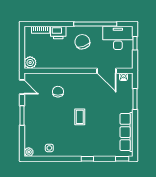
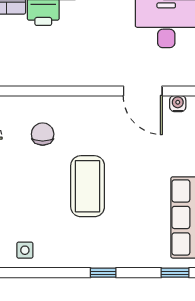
chair: (82, 42) -> (93, 31), removed
coffee table: (80, 117) -> (88, 186), width x1.86, depth x1.72

